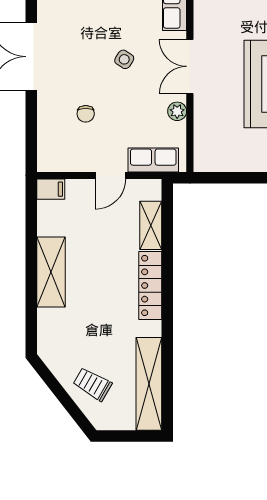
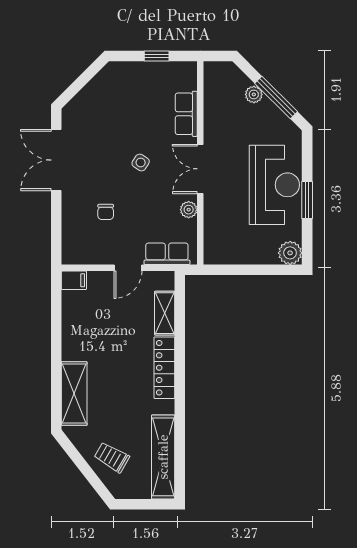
shelving: (51, 272) -> (74, 394), moved

